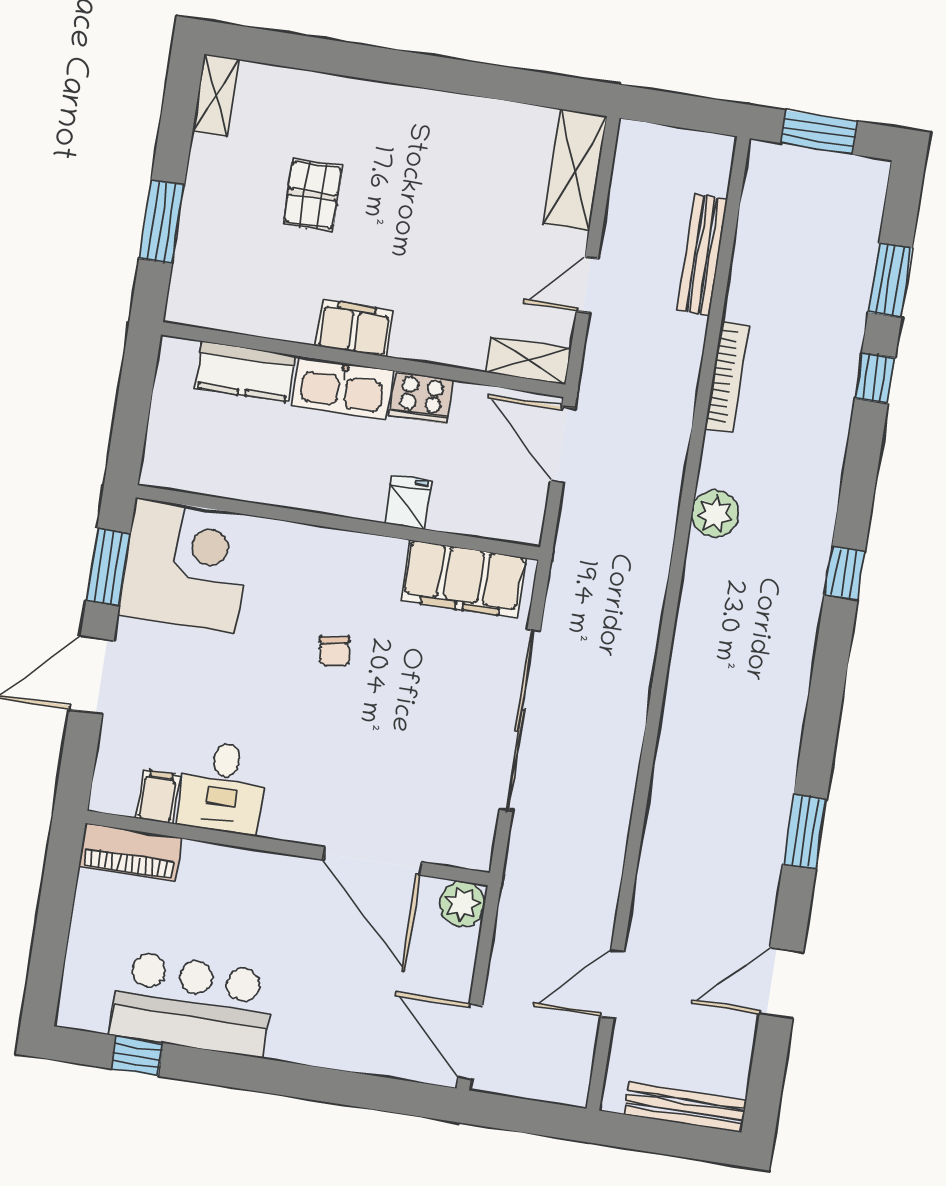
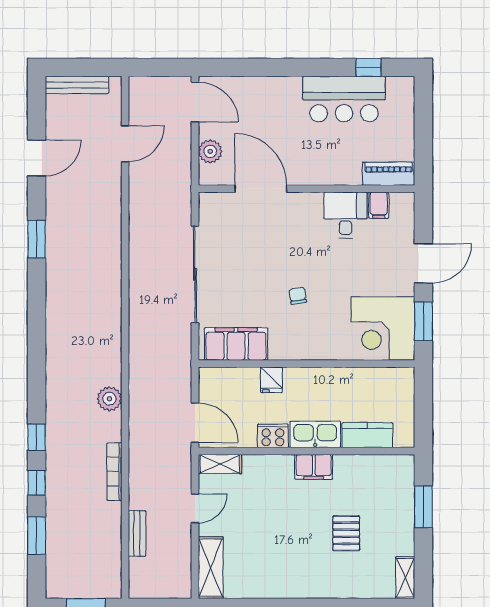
bench: (702, 255) -> (137, 533), width x0.73
window: (845, 573) -> (37, 437), moved
plant: (462, 904) -> (210, 151), moved

